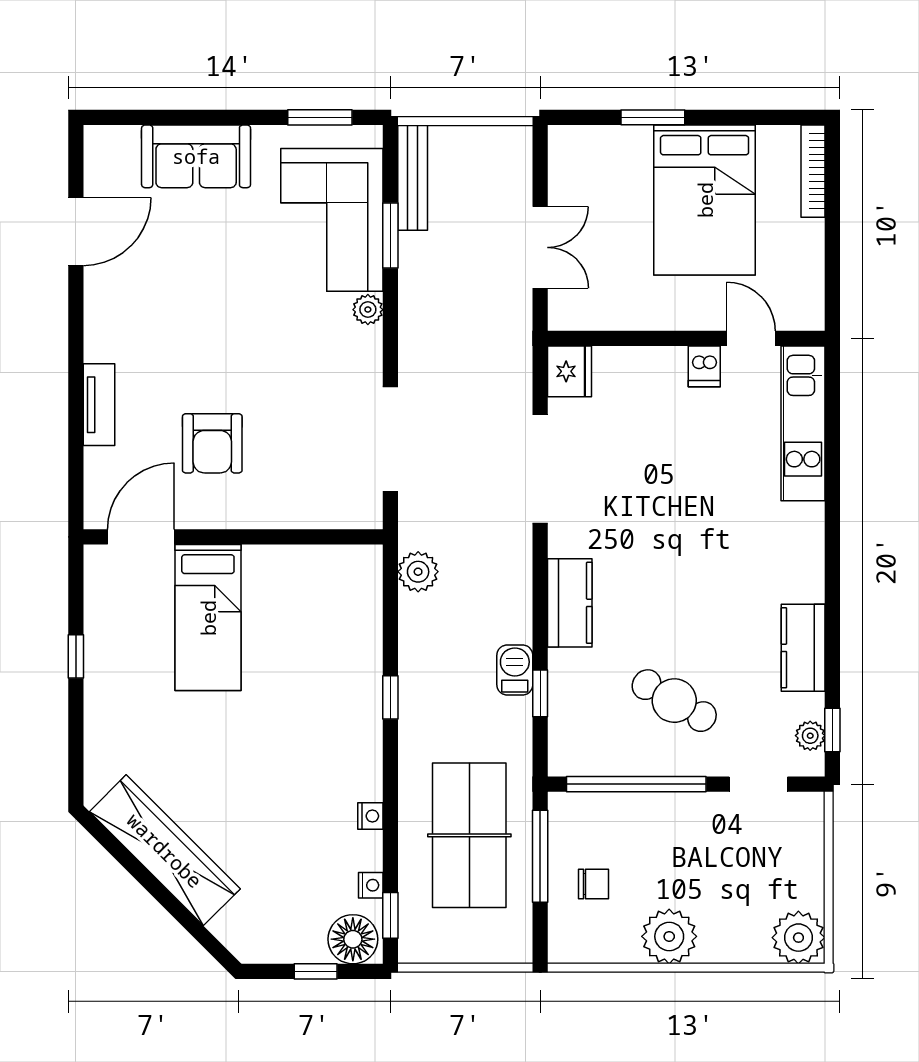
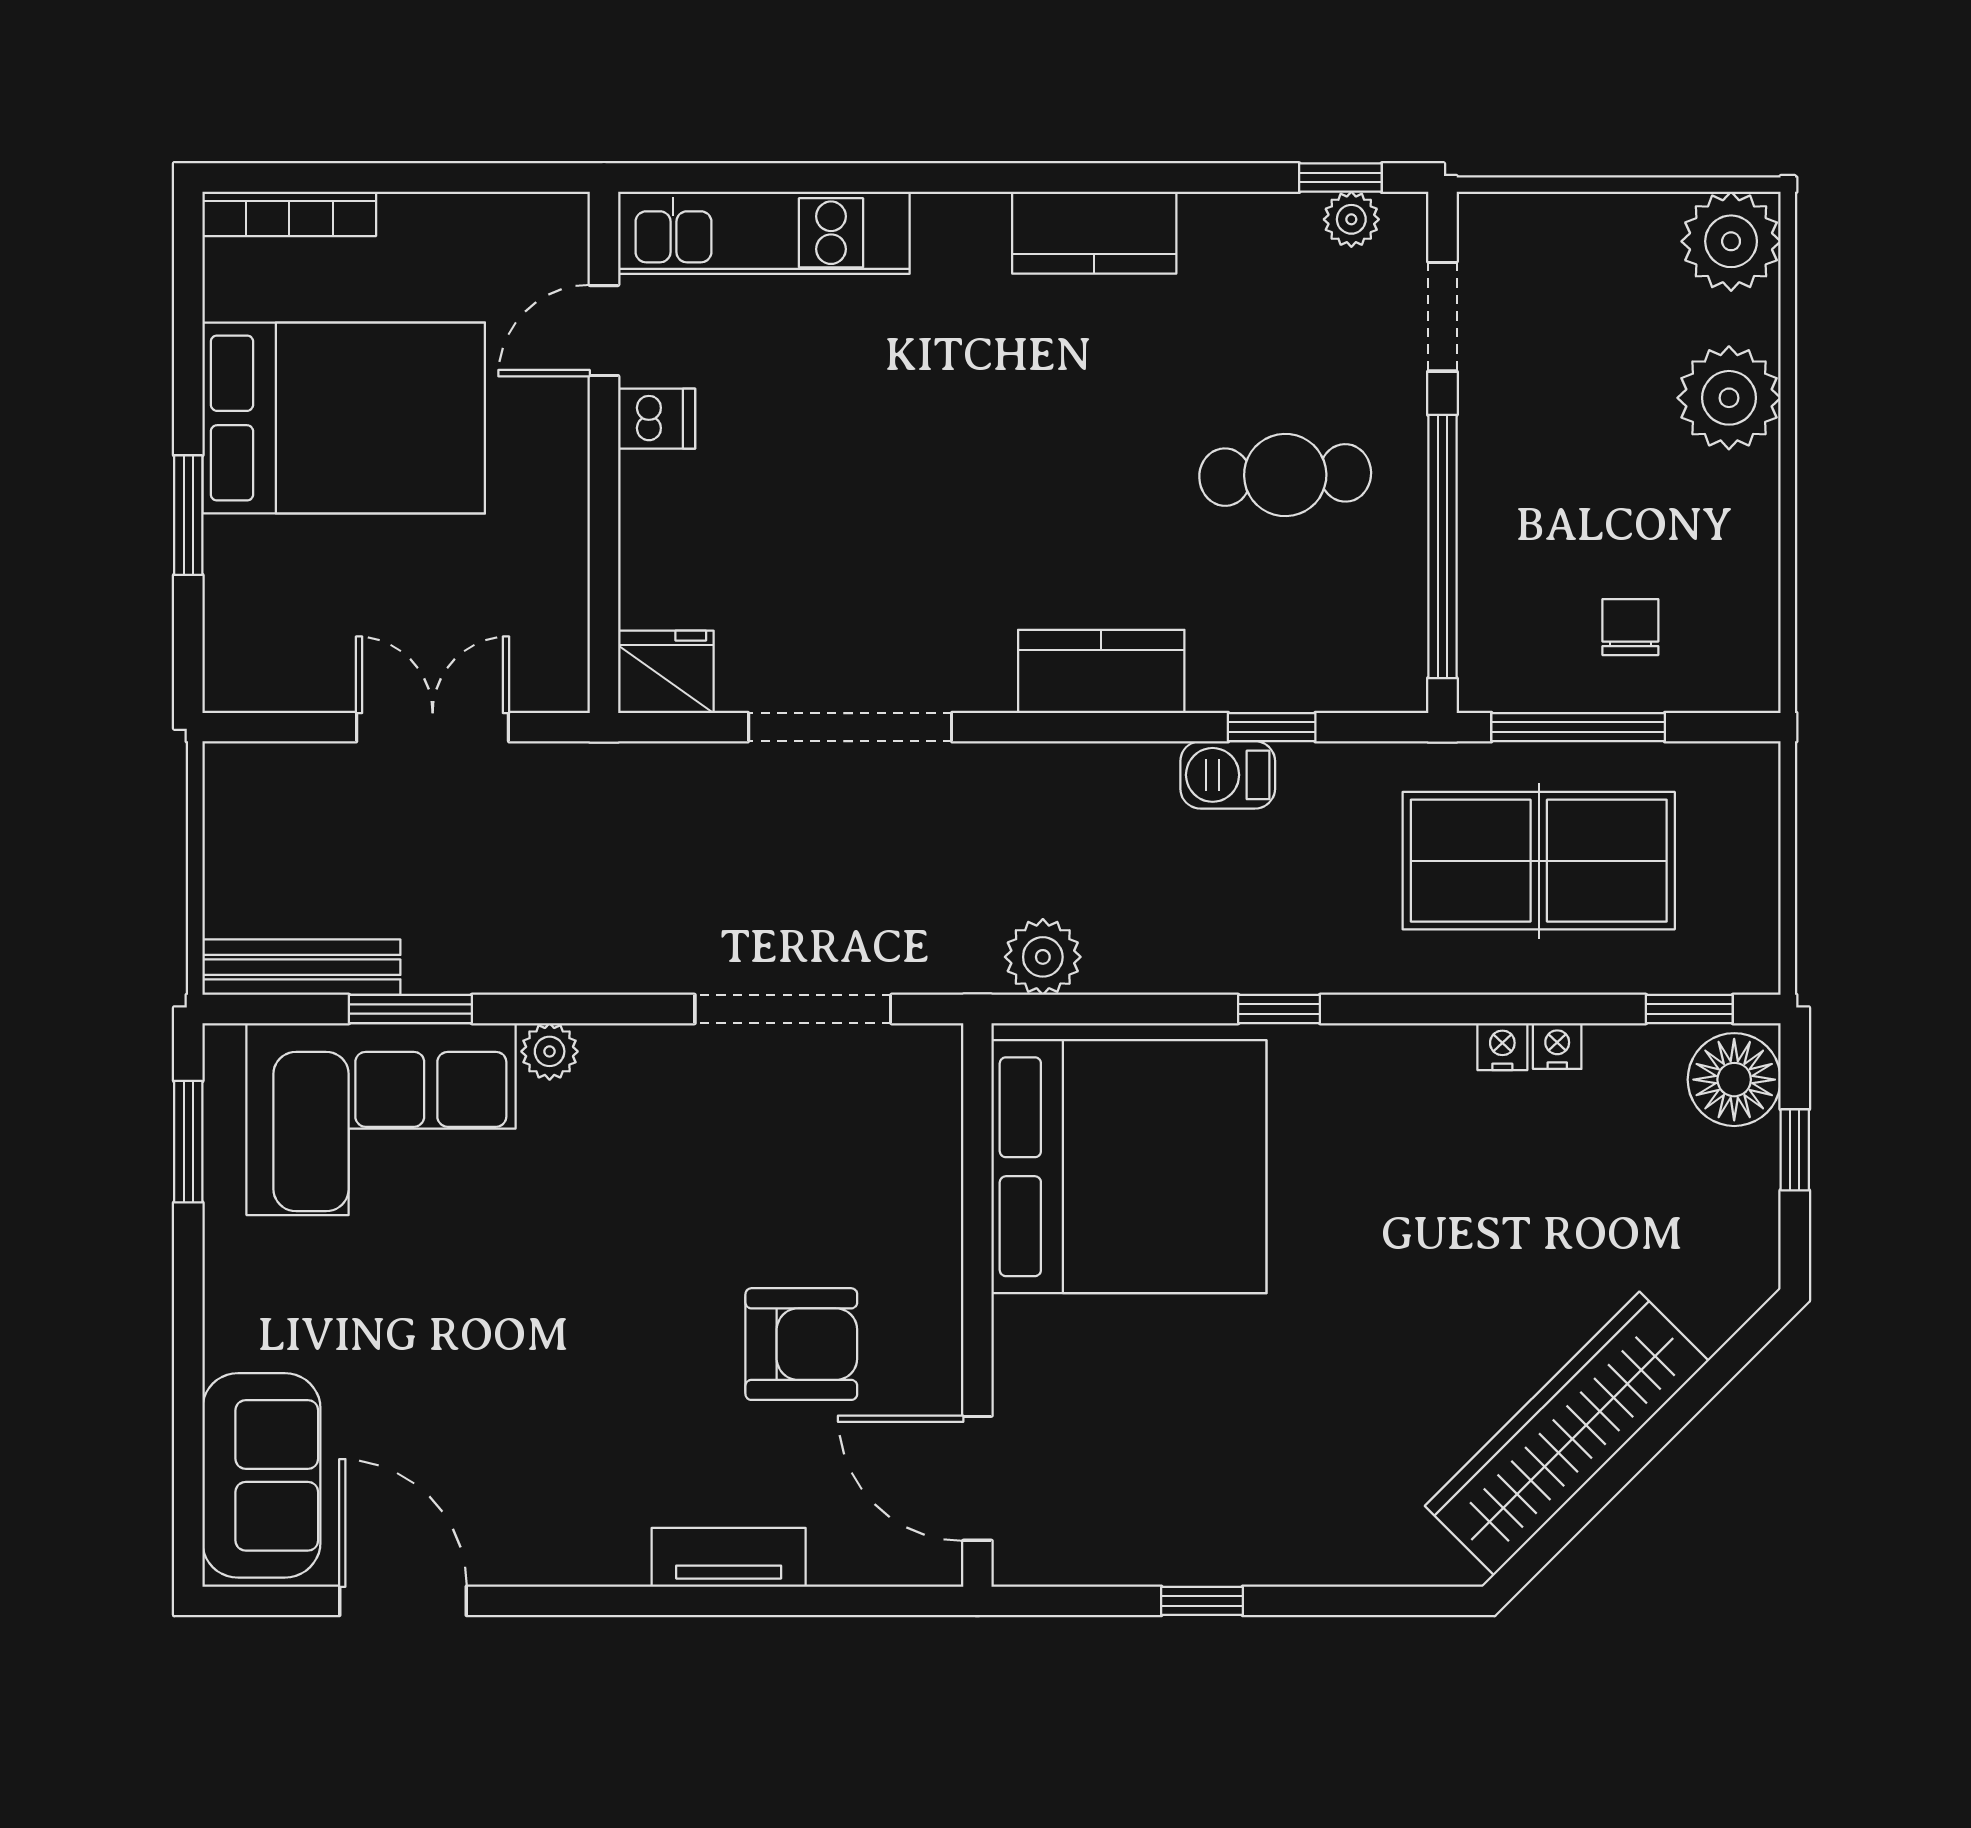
sofa: (196, 156) -> (261, 1475), moved
bed: (208, 618) -> (1129, 1167), moved, width x2.04
kitchen counter: (803, 648) -> (1094, 233), moved
cafe table: (674, 701) -> (1285, 475), turned 58
nightstand: (371, 885) -> (1557, 1046), moved
plant: (669, 936) -> (1729, 398), moved

